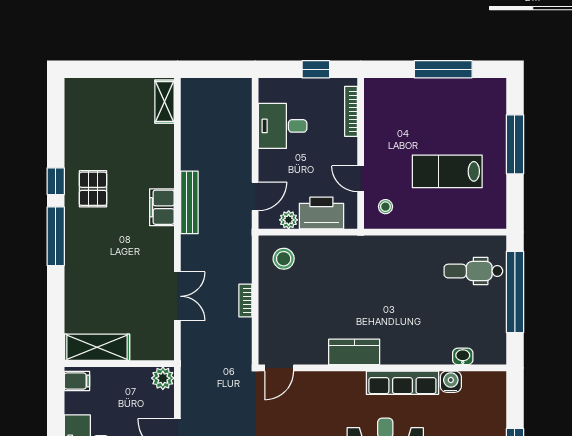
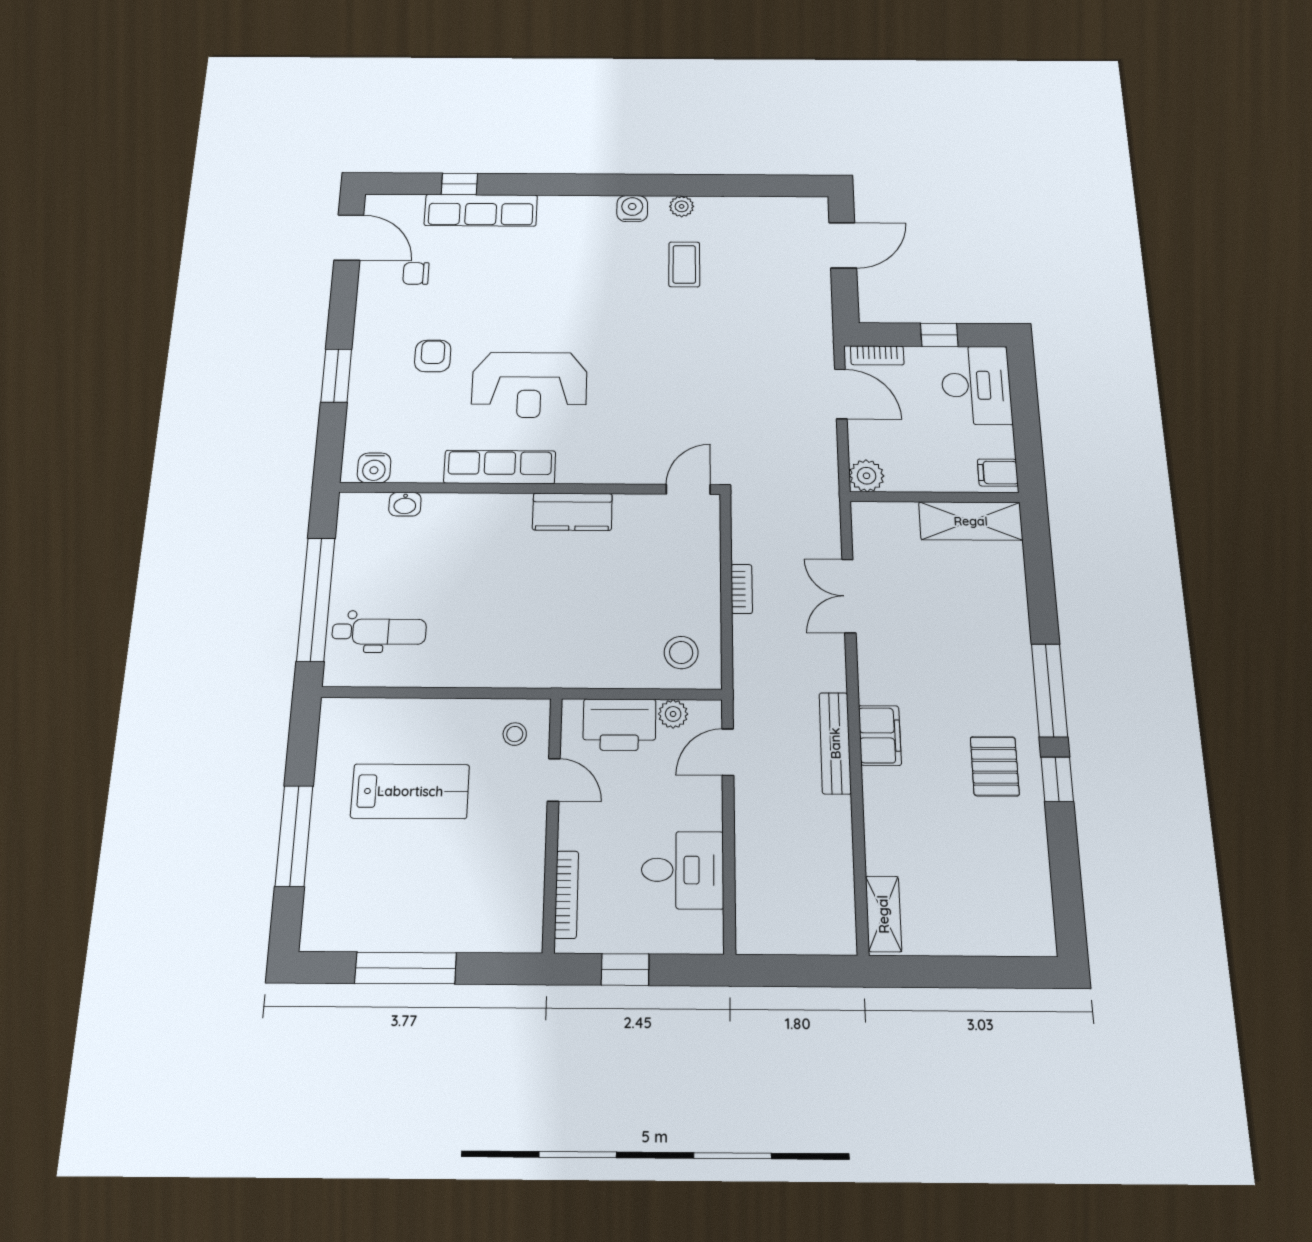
water cooler: (451, 382) -> (374, 468), moved

